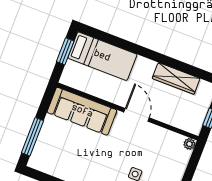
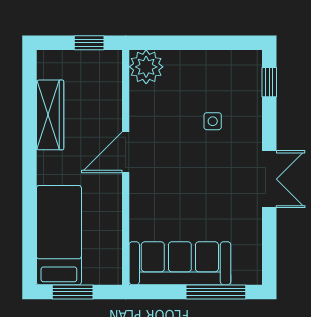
sofa: (82, 111) -> (180, 263), moved, turned -90
plant: (189, 144) -> (146, 67), width x1.87, depth x1.87

